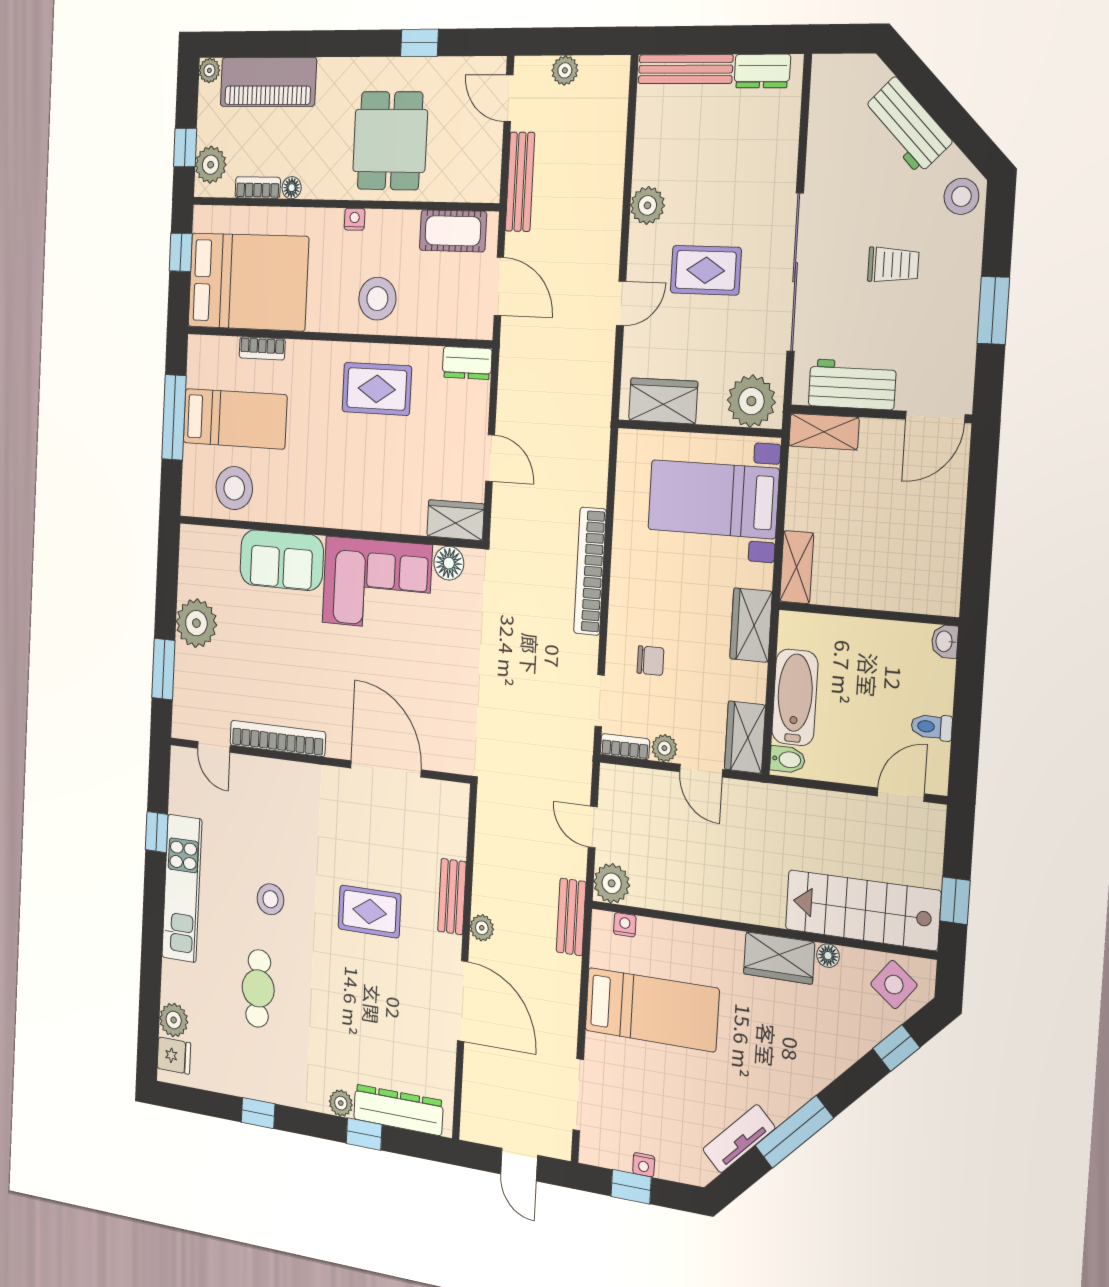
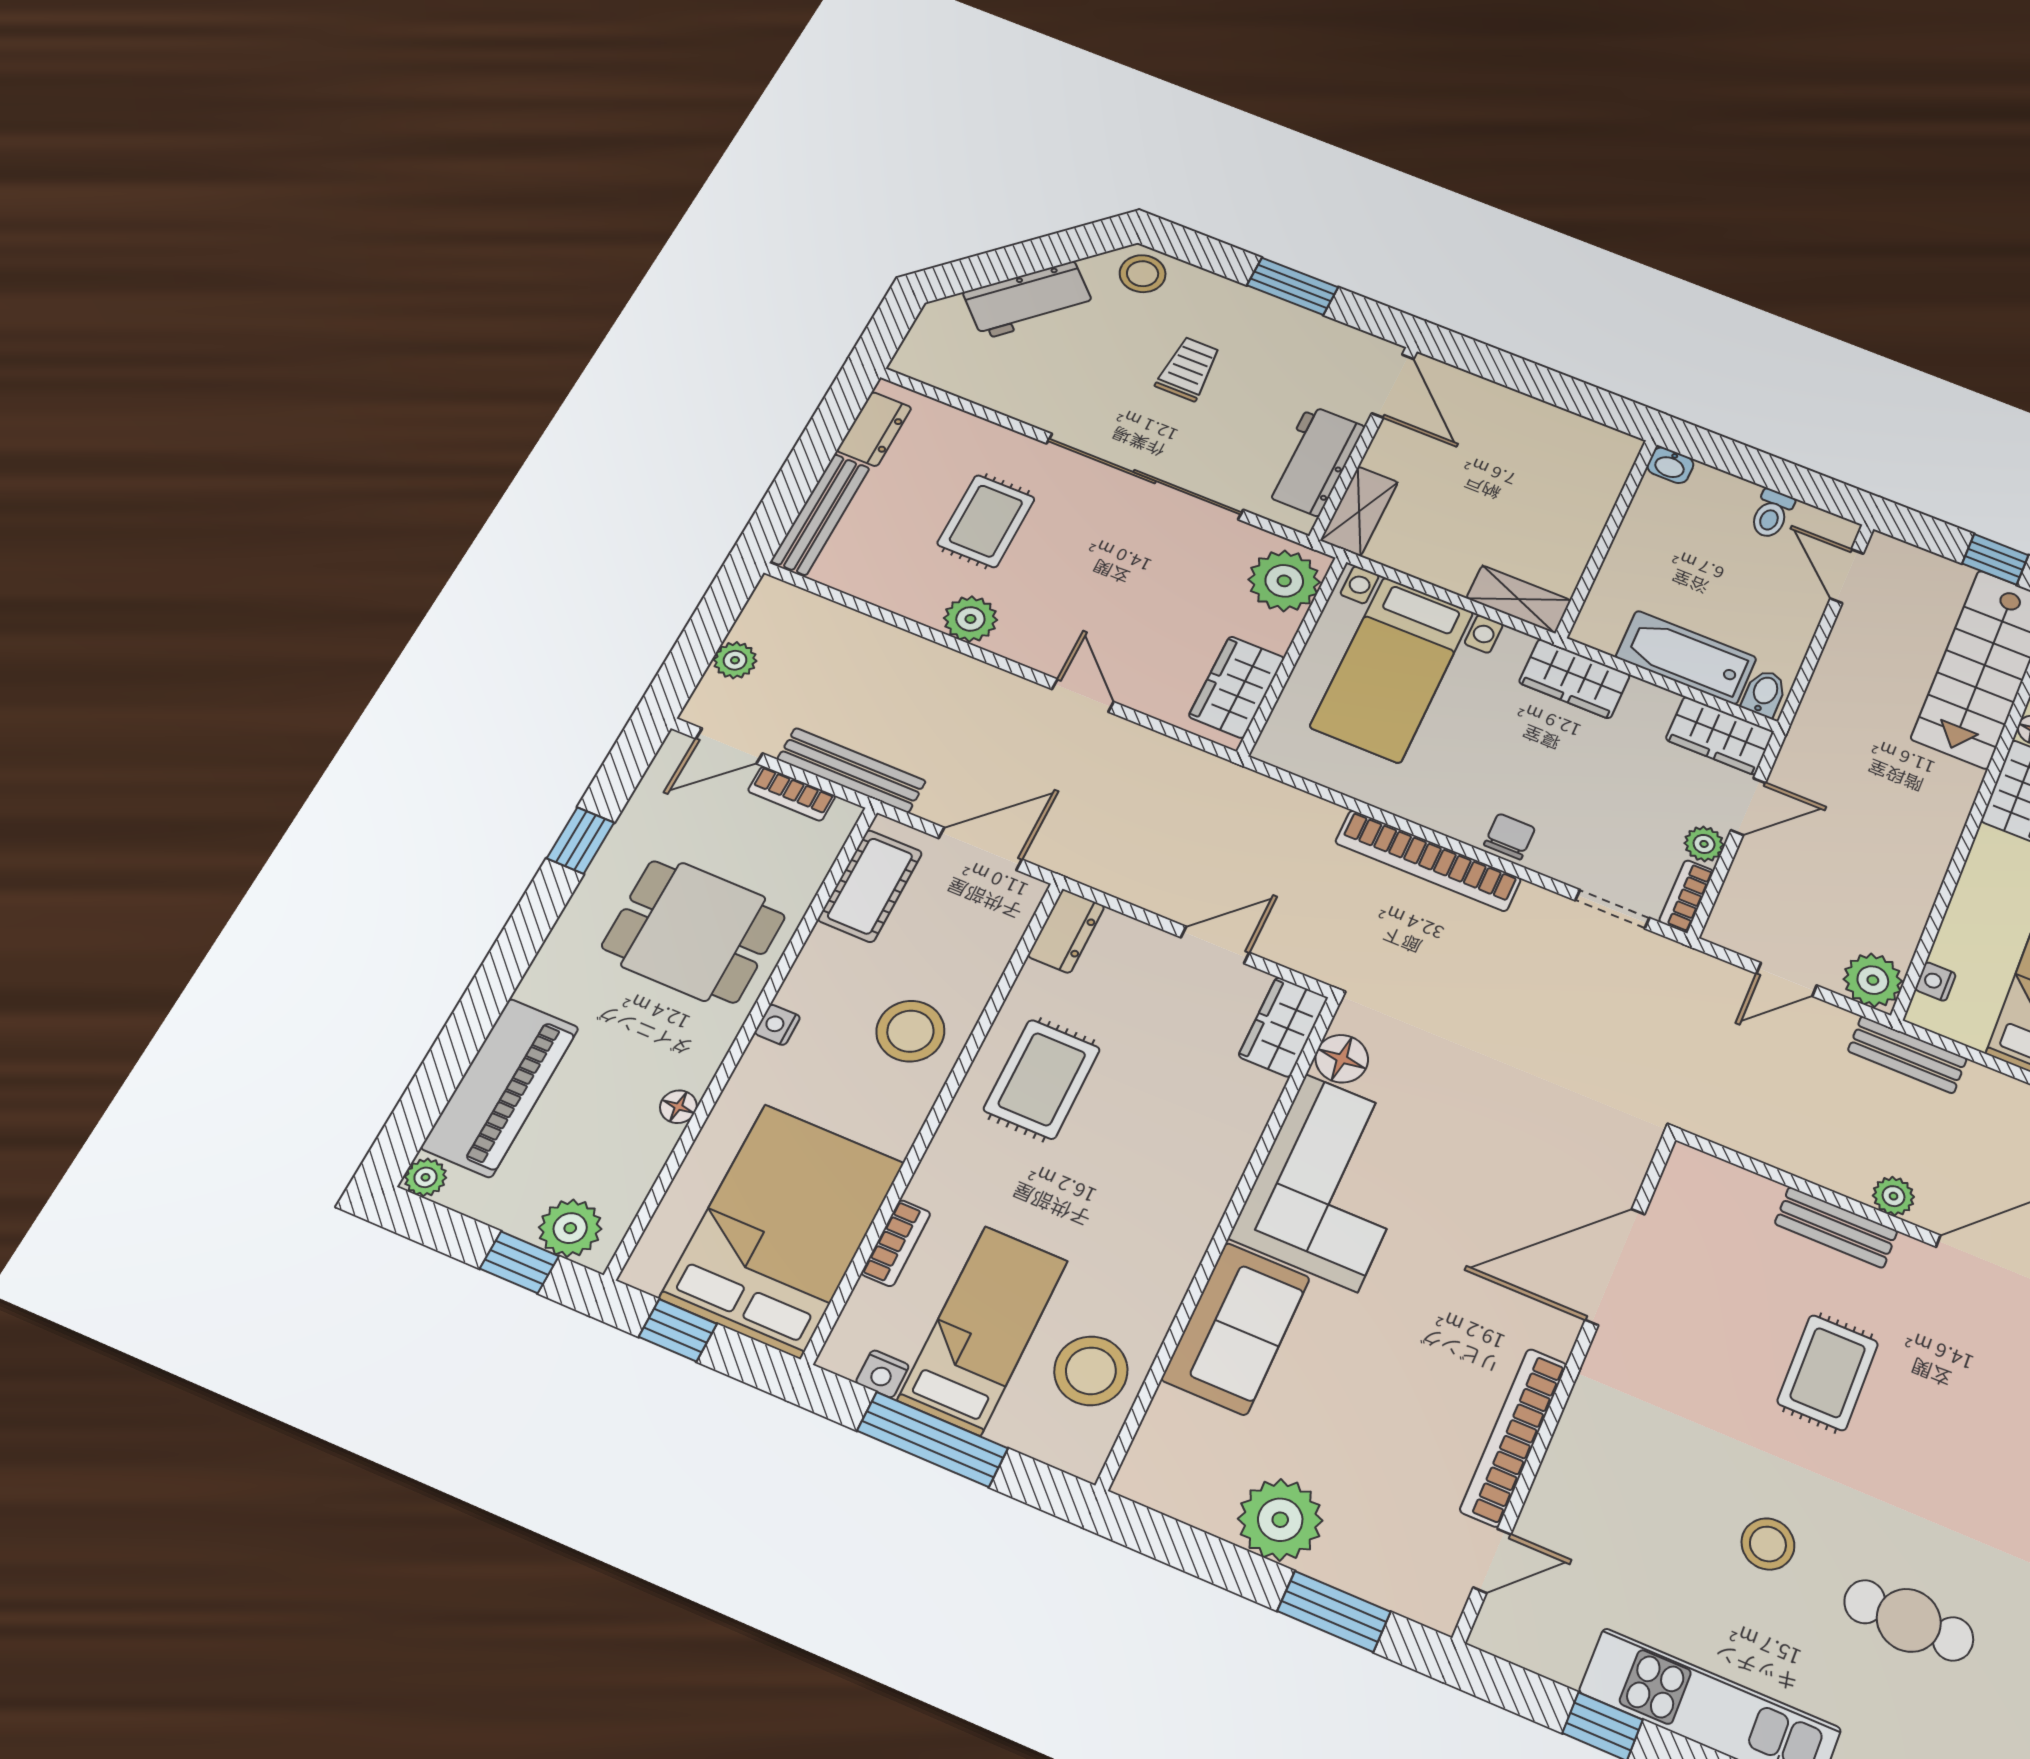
bookcase: (258, 188) -> (792, 794), moved, turned -90
rug: (706, 270) -> (986, 521), moved
nightstand: (196, 374) -> (882, 1374), added
chair: (650, 661) -> (1510, 836), moved

